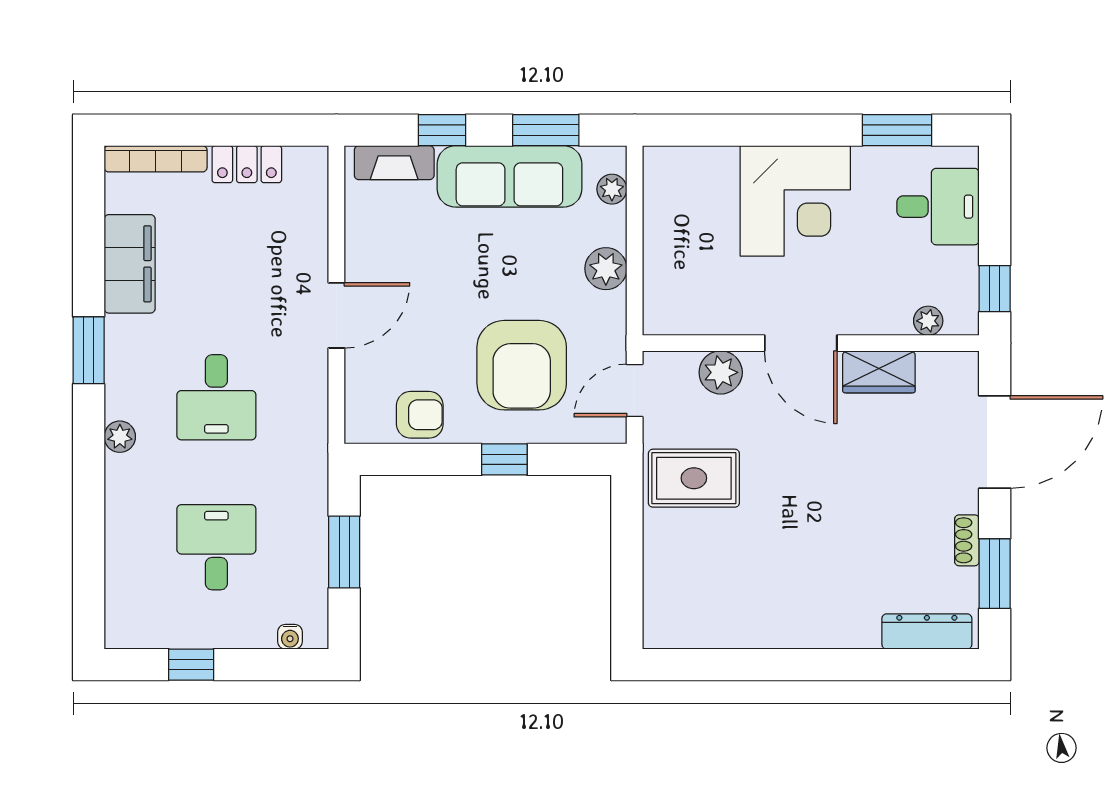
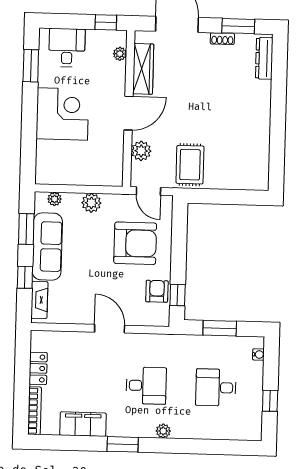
wardrobe: (879, 372) -> (143, 69), width x1.50
window: (504, 459) -> (178, 295), moved

